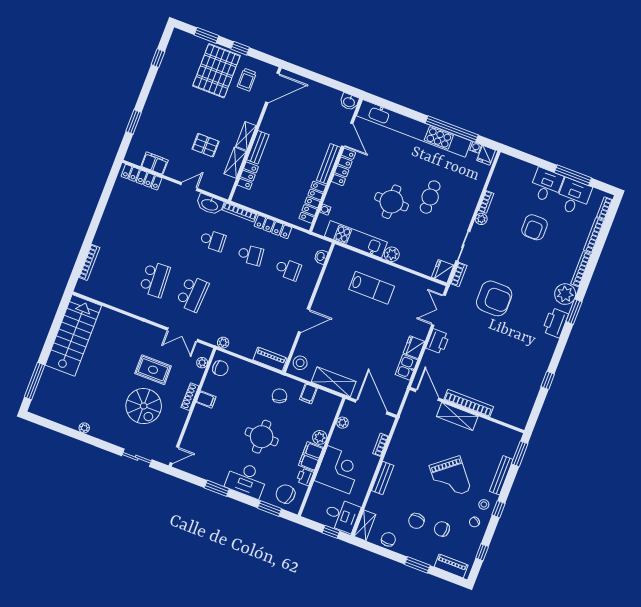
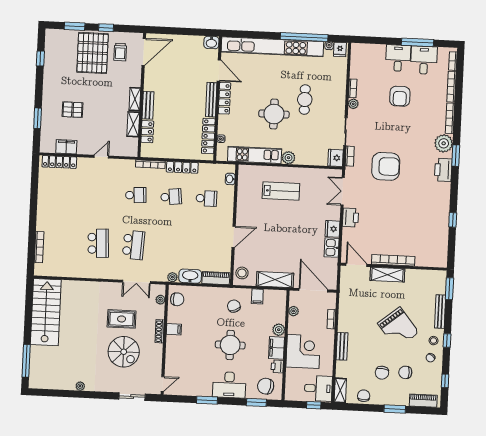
pallet: (206, 145) -> (73, 110), moved
washbasin: (210, 204) -> (190, 276), moved, turned 180

